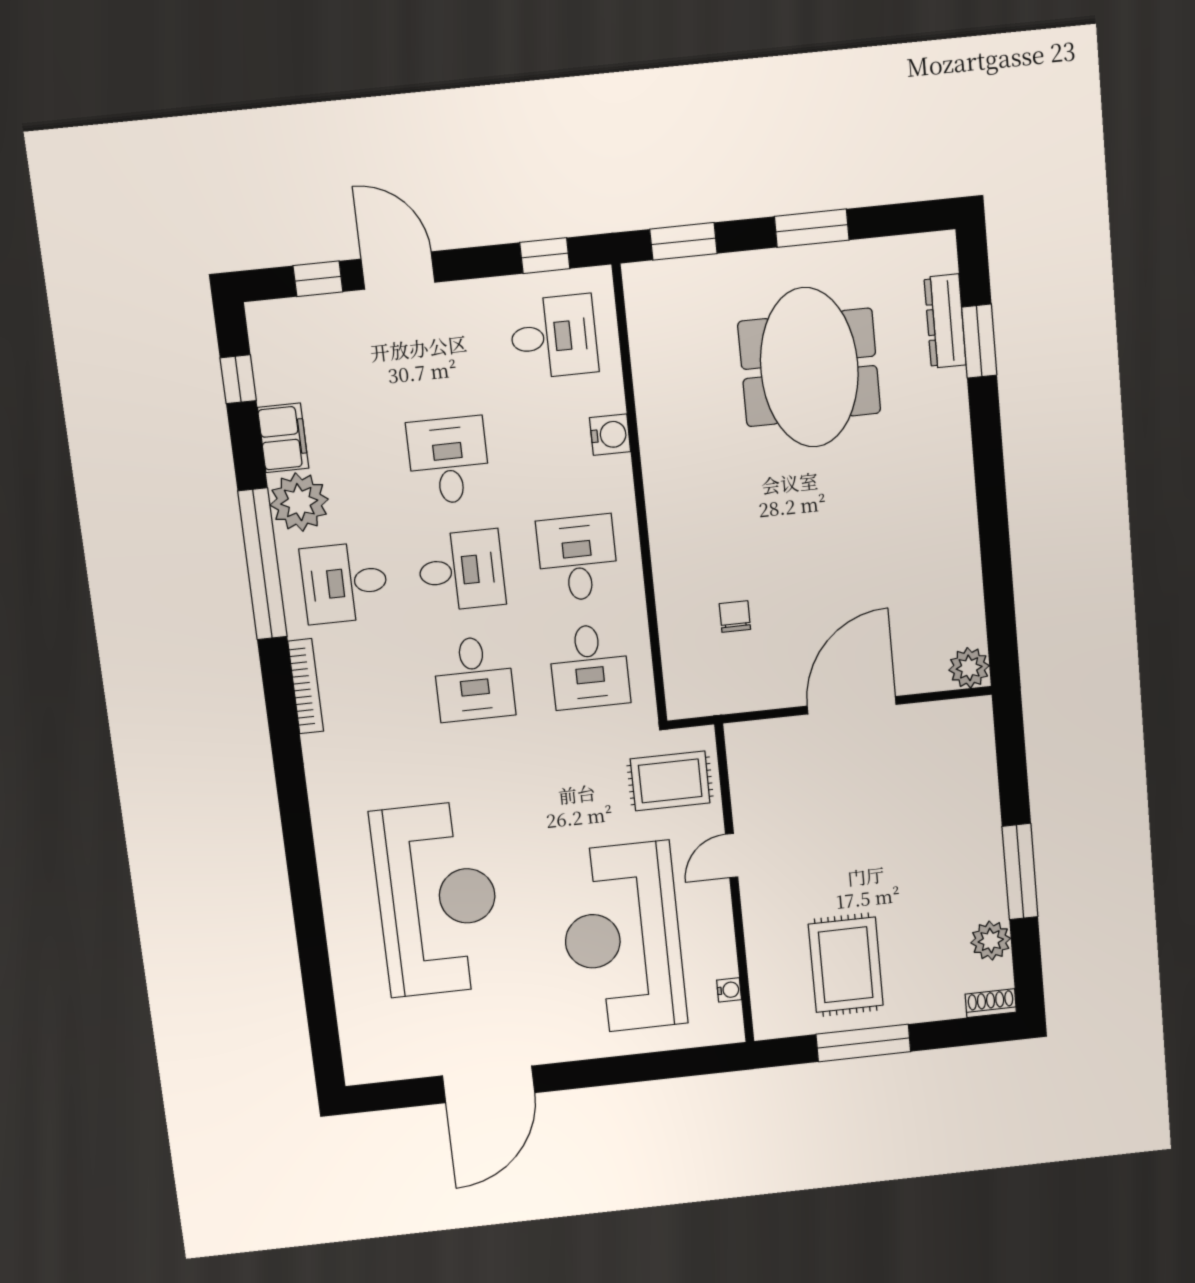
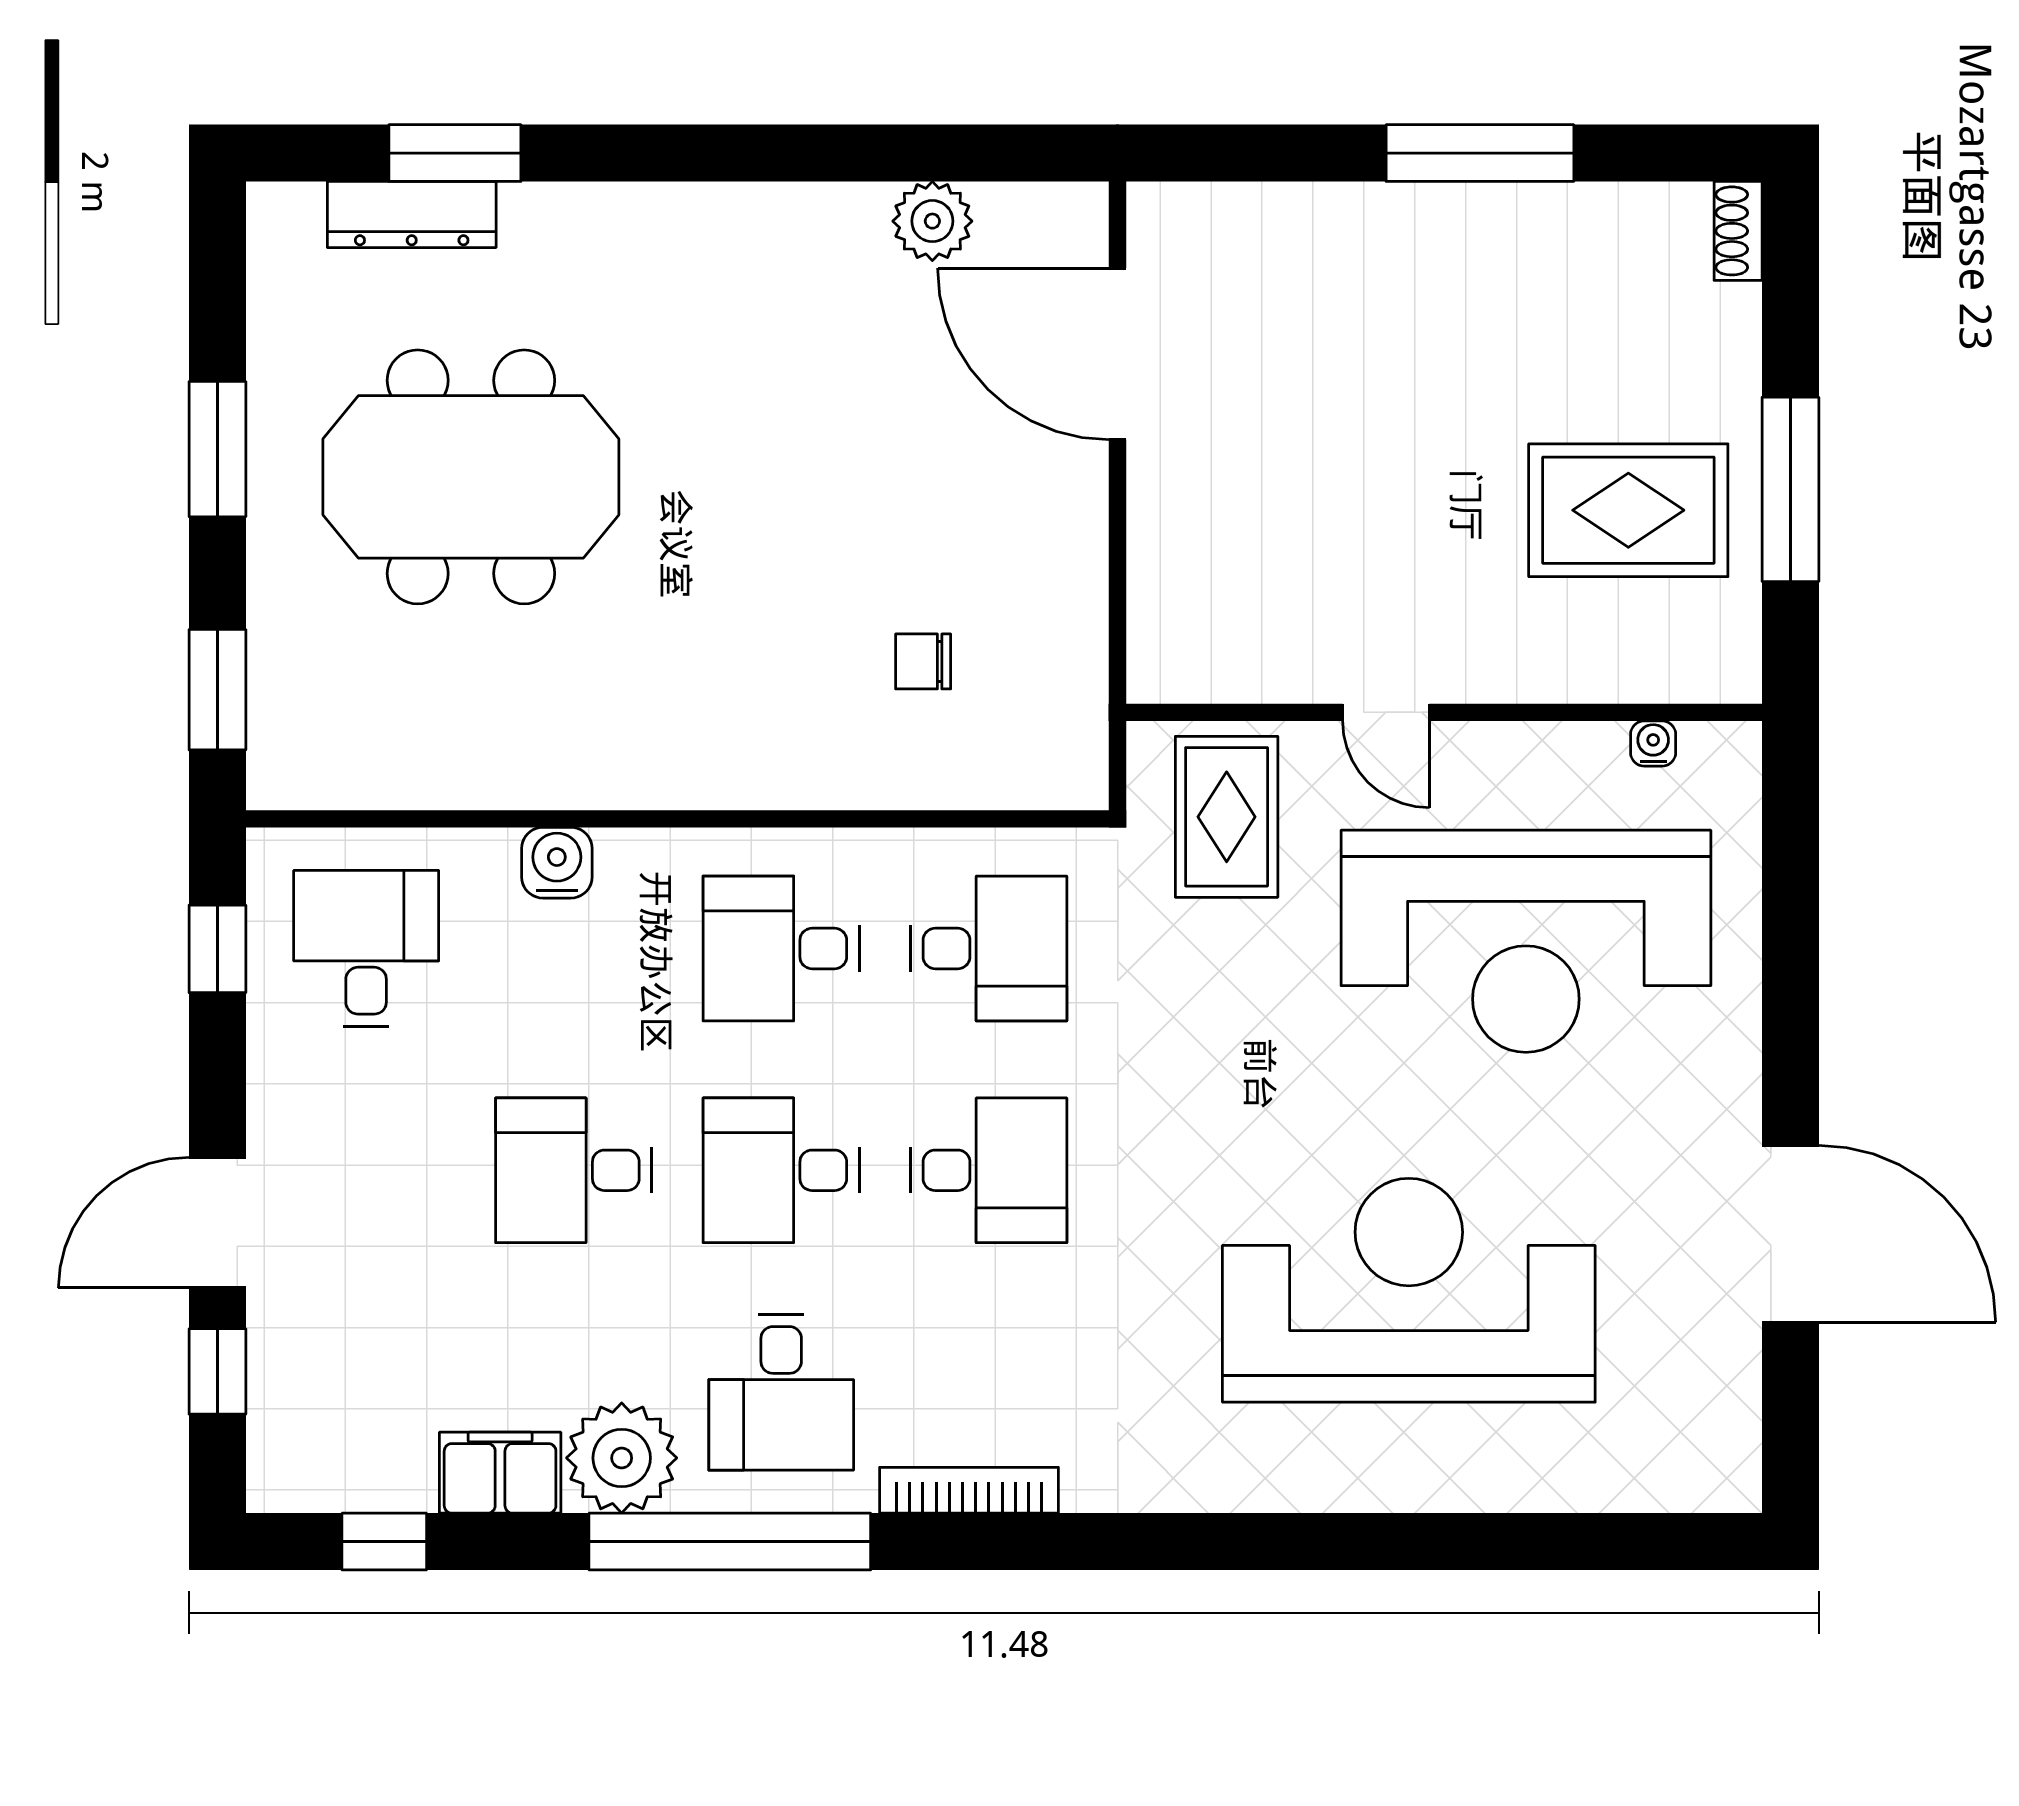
desk: (461, 570) -> (781, 1170), turned -90
plant: (969, 668) -> (932, 221), moved
door: (852, 705) -> (1118, 354), moved
plant: (991, 941) -> (1612, 221), removed

